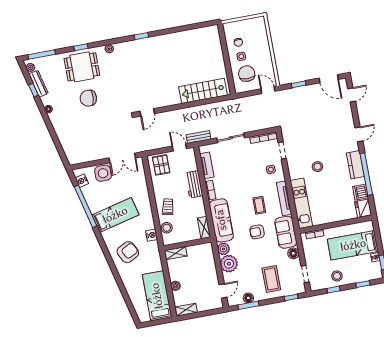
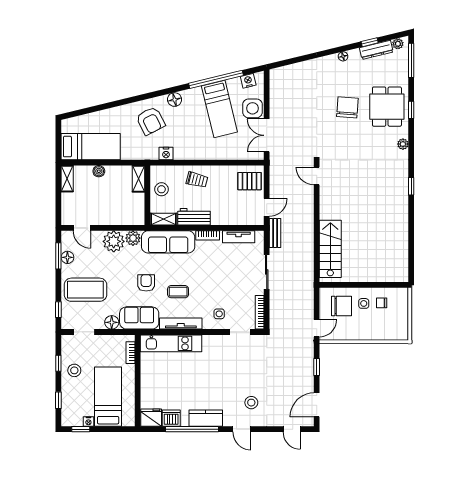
stool: (317, 167) -> (251, 403), moved
workbench: (194, 184) -> (194, 217), moved
bed: (115, 215) -> (219, 109), moved
stool: (167, 228) -> (161, 189), moved
floor lamp: (107, 236) -> (175, 100), added
coffee table: (271, 279) -> (85, 290), width x1.36, depth x1.32

